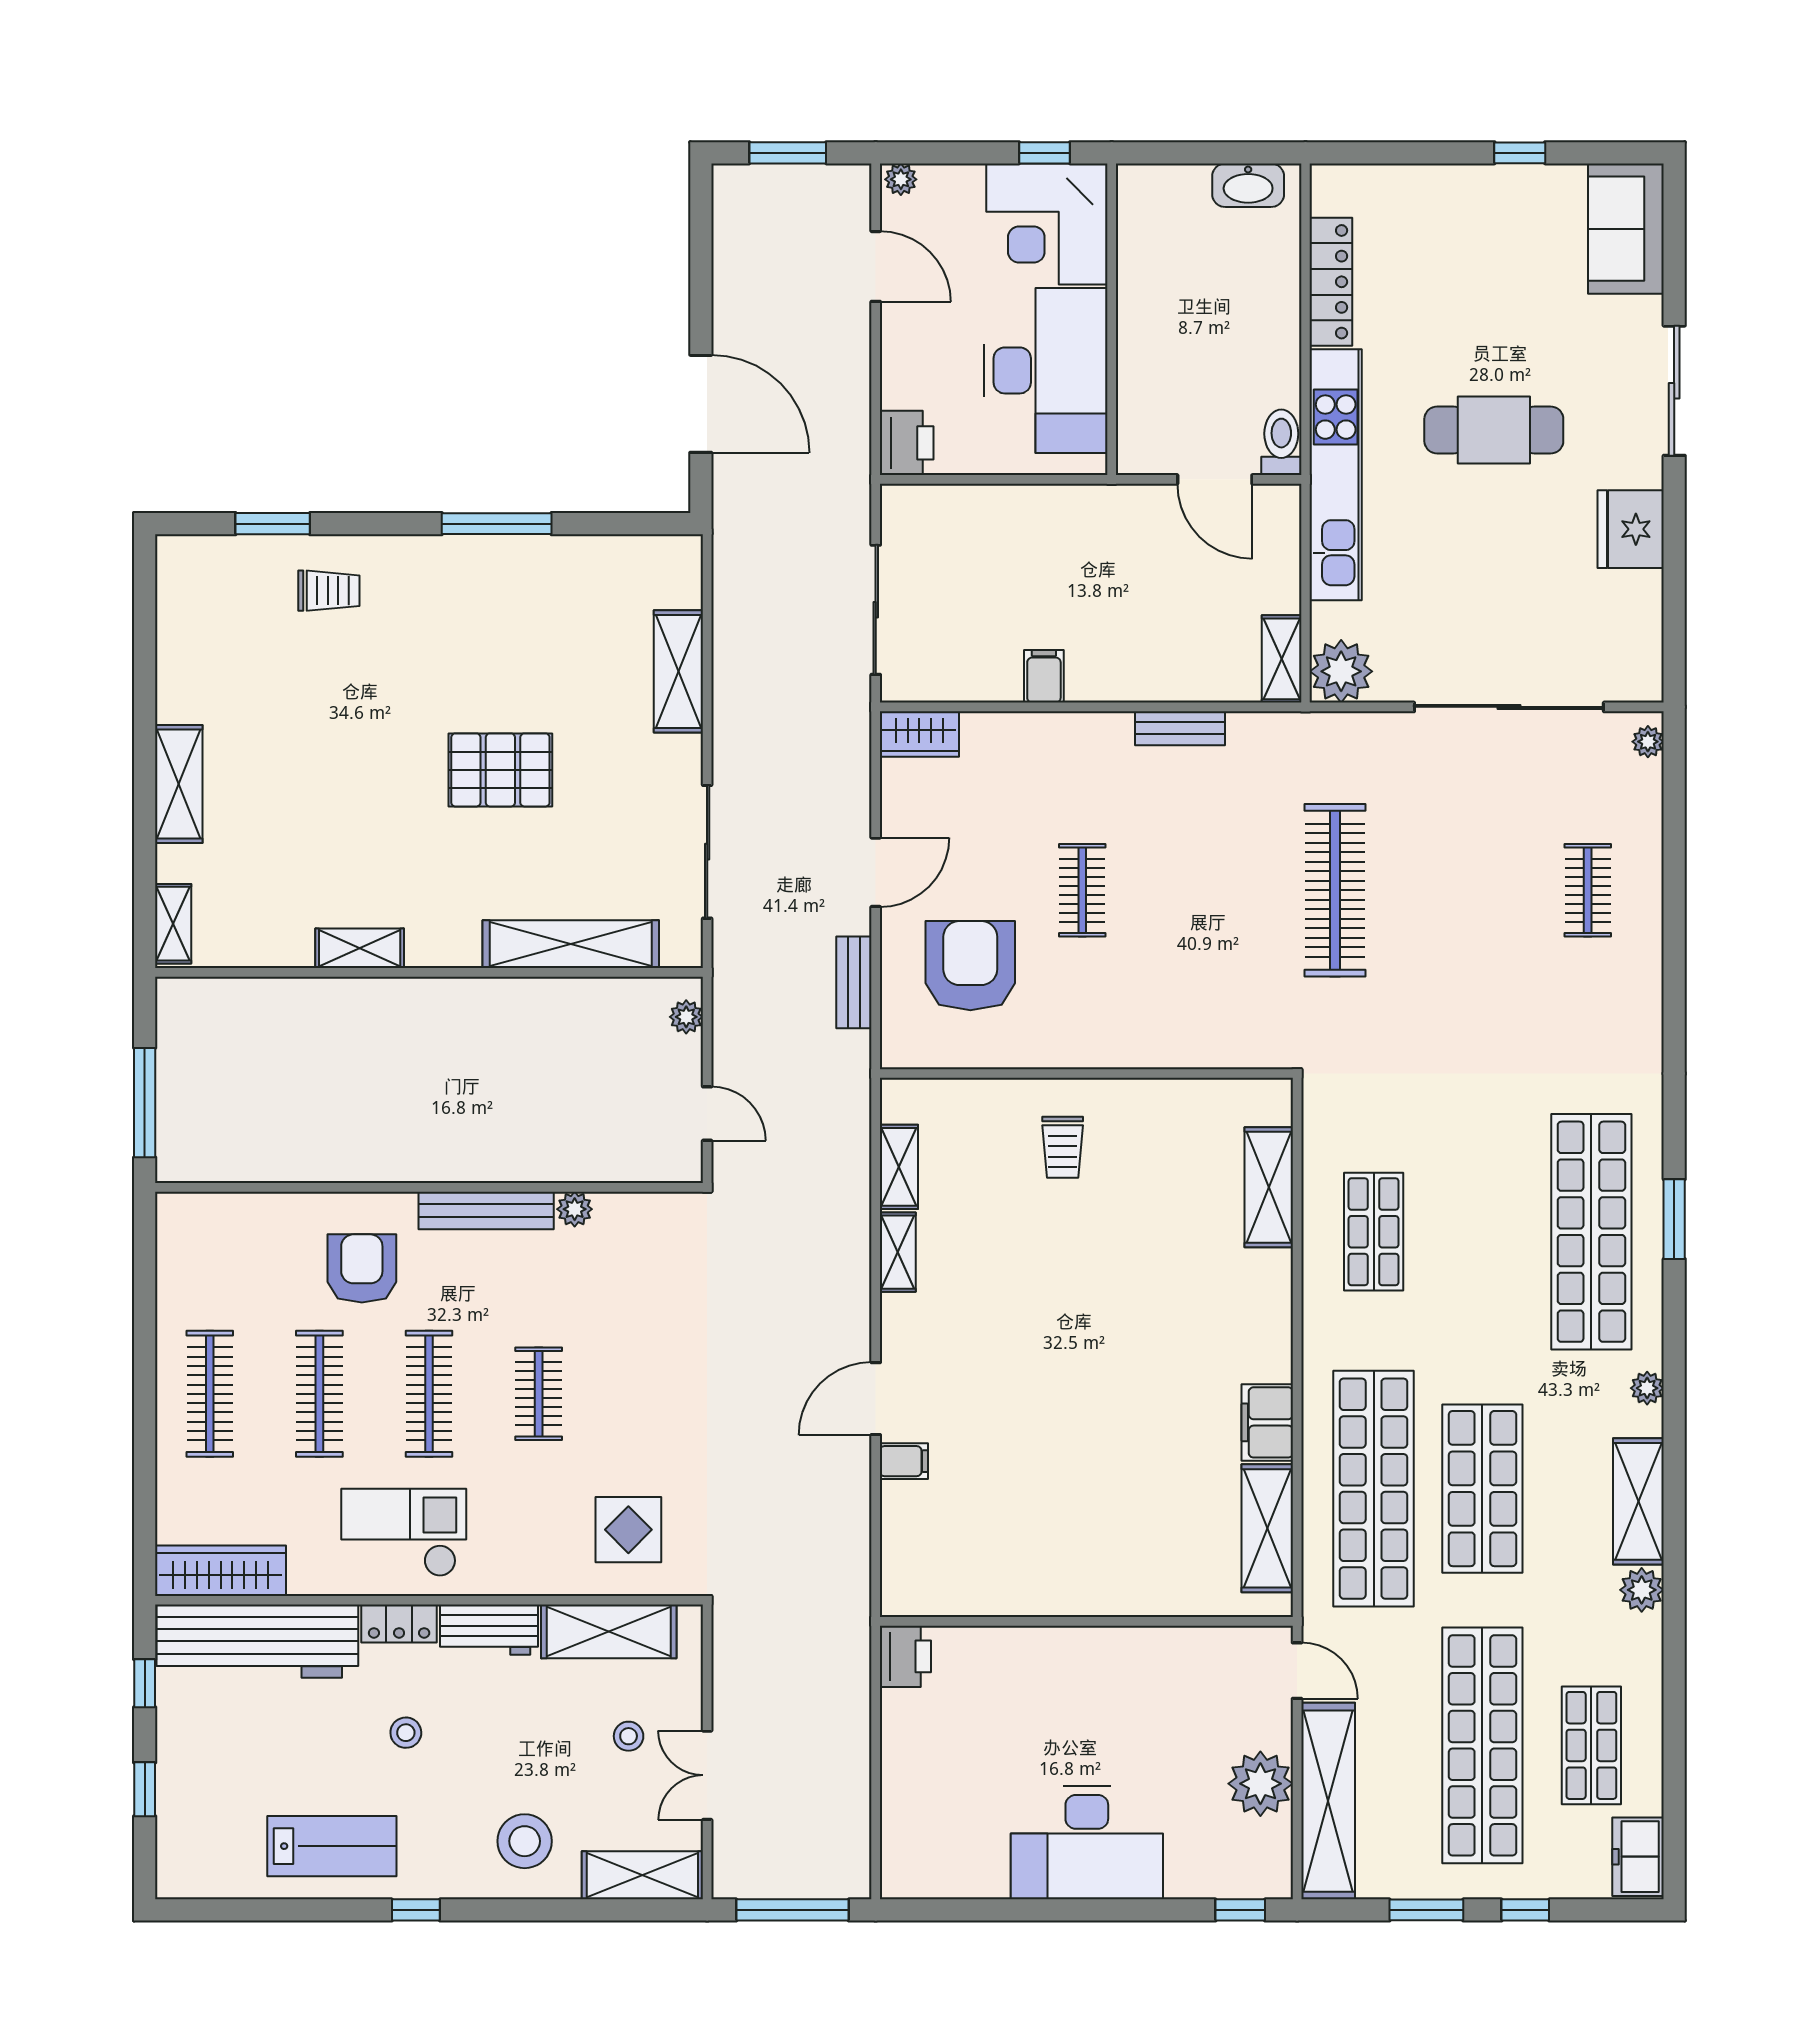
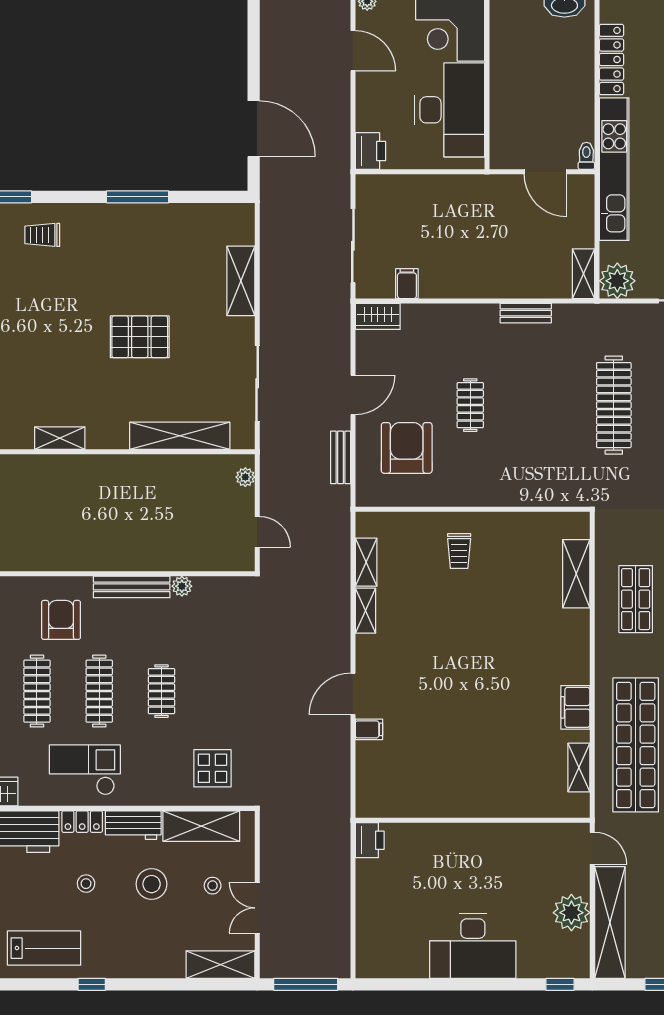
toilet: (1281, 442) -> (586, 156), width x0.73, depth x0.72
trolley: (329, 591) -> (42, 235), turned 180
filing cabinet: (1044, 676) -> (407, 284), moved
shelving: (1267, 1528) -> (579, 767), width x0.67, depth x0.75
stool: (525, 1841) -> (152, 884), moved

